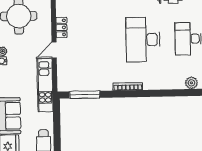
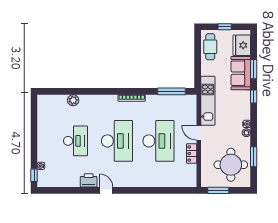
desk: (98, 40) -> (158, 141), added
door: (54, 50) -> (199, 133), swing flipped

